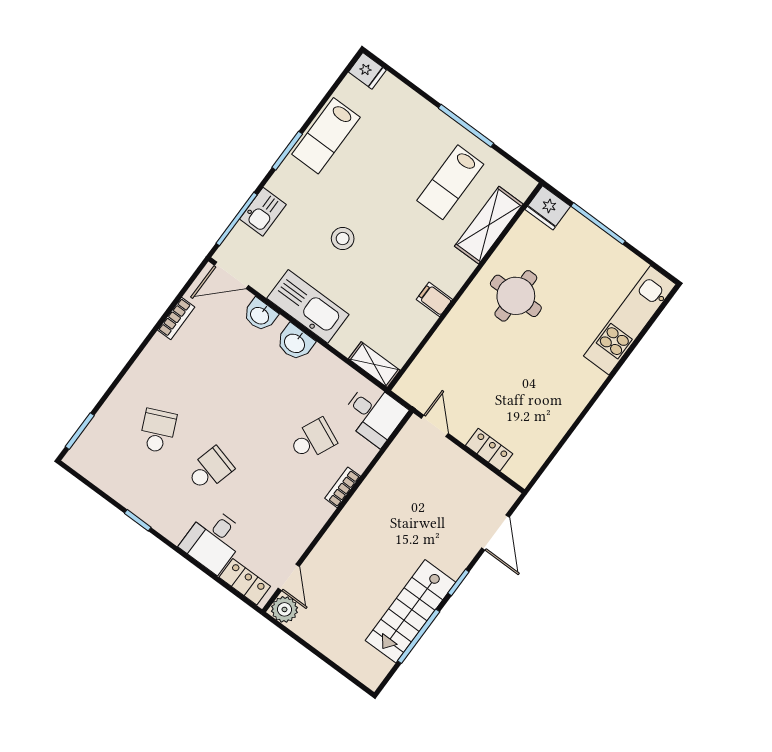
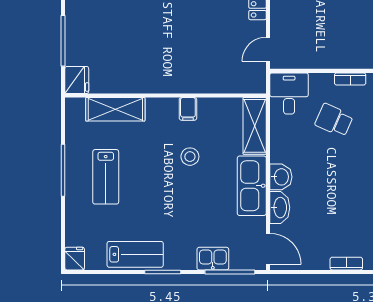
lab bench: (450, 182) -> (106, 177), moved, turned 90
stool: (343, 238) -> (190, 157), moved
round table: (516, 296) -> (148, 59), removed
washbasin: (260, 315) -> (280, 208), width x1.38
bookcase: (176, 319) -> (346, 264), moved
shelving: (374, 365) -> (255, 126), width x1.50, depth x1.33

